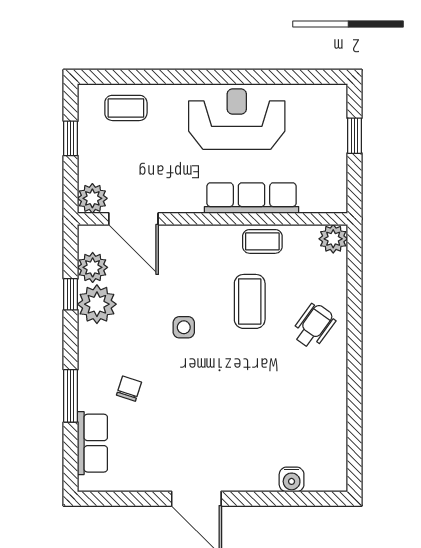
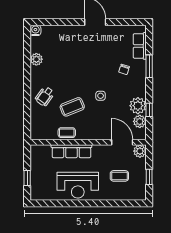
coffee table: (126, 108) -> (119, 176), moved
plant: (333, 239) -> (36, 59), moved
coffee table: (250, 301) -> (72, 107), turned 68
water cooler: (292, 479) -> (35, 30), moved

